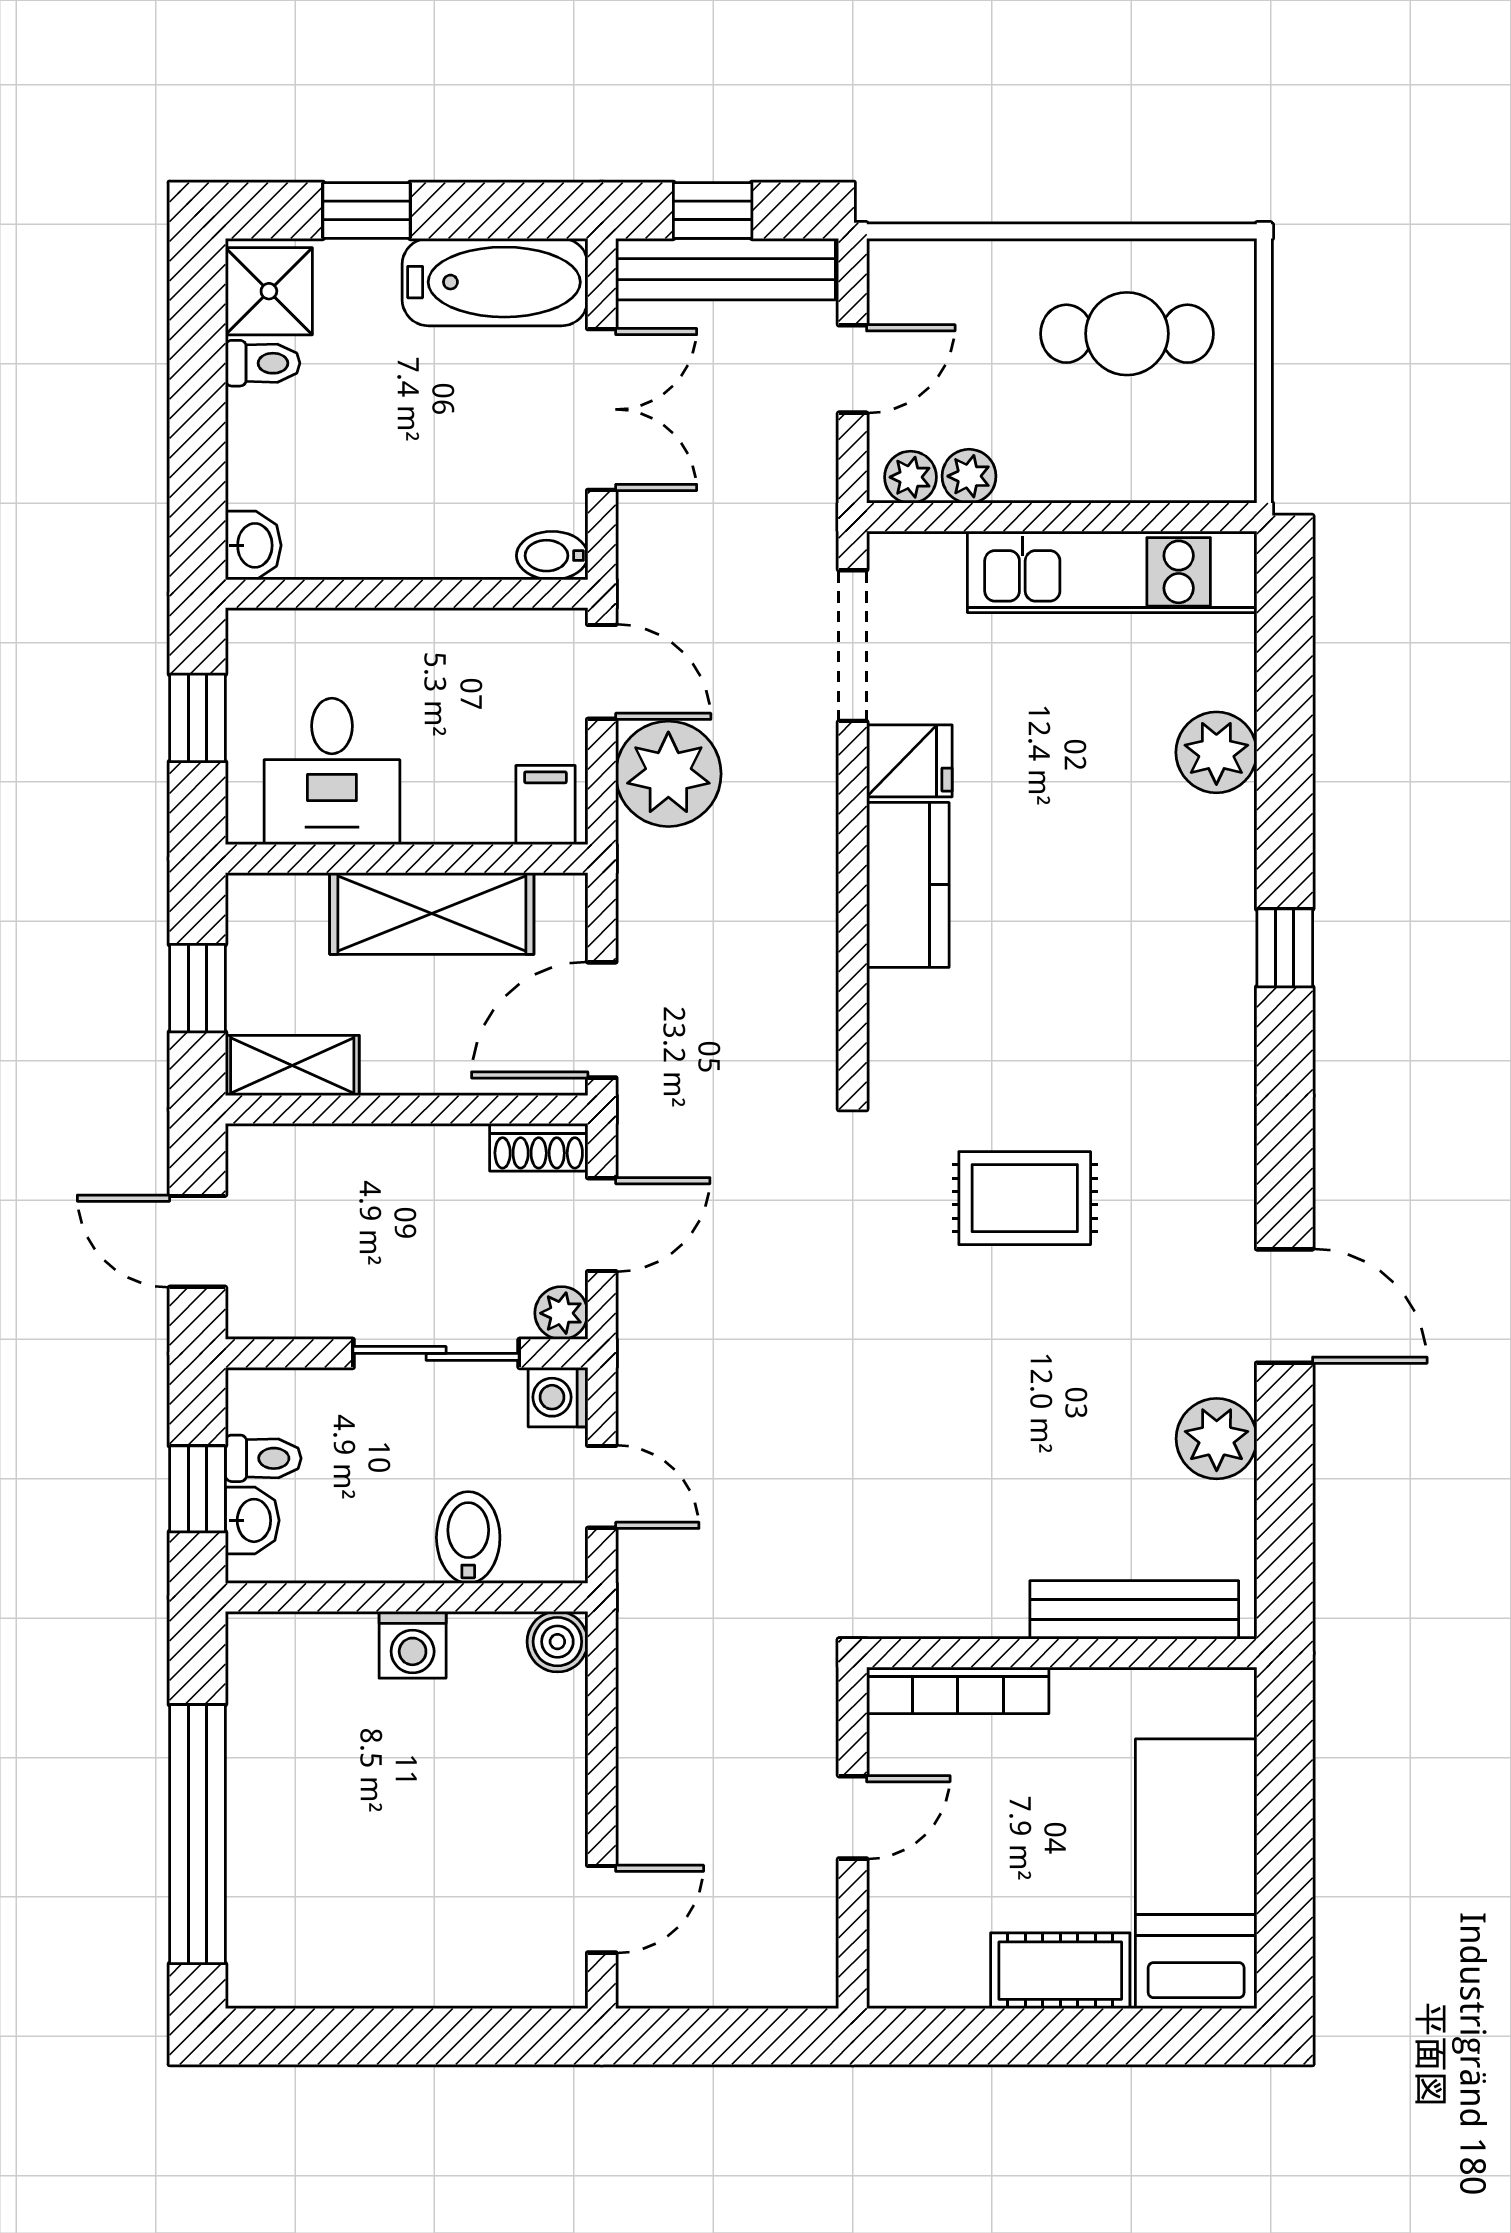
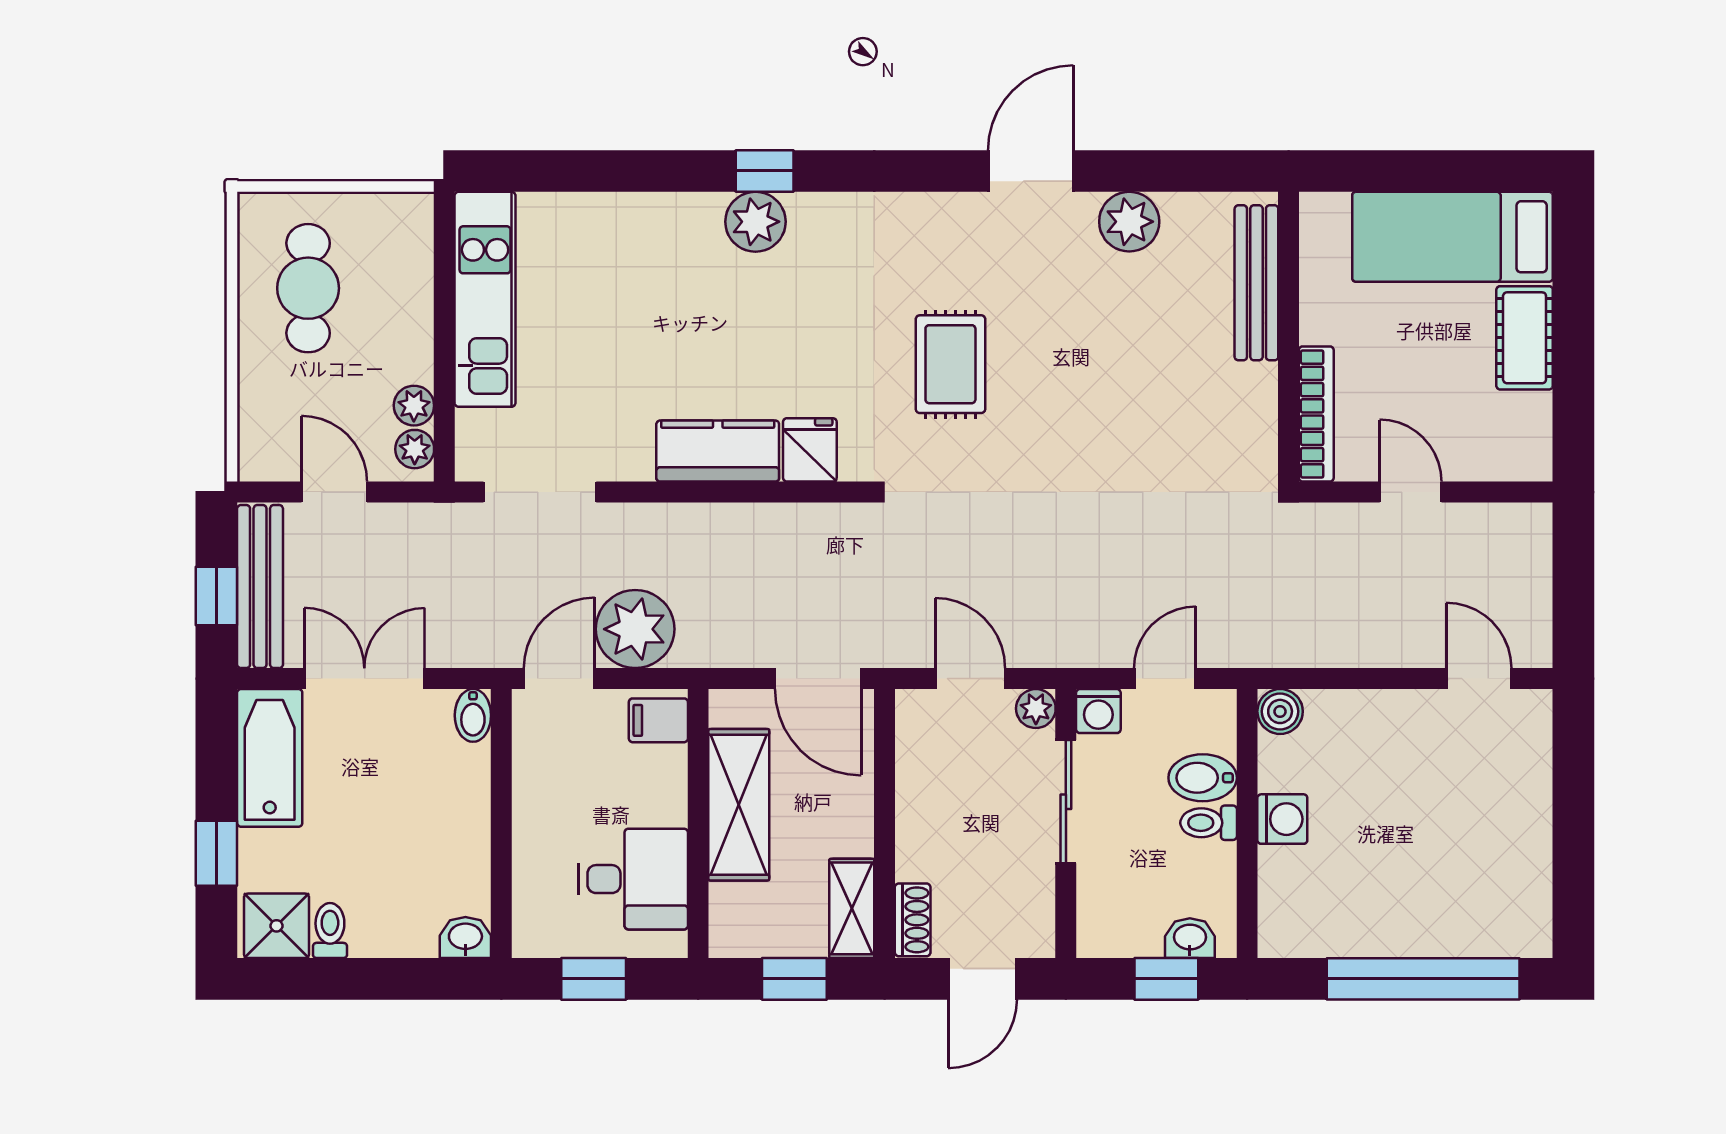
plant: (1216, 752) -> (755, 222), moved
fridge: (909, 761) -> (810, 450), moved
shoe rack: (539, 1147) -> (913, 920), moved
toilet: (263, 1458) -> (1209, 823), moved, turned -90

